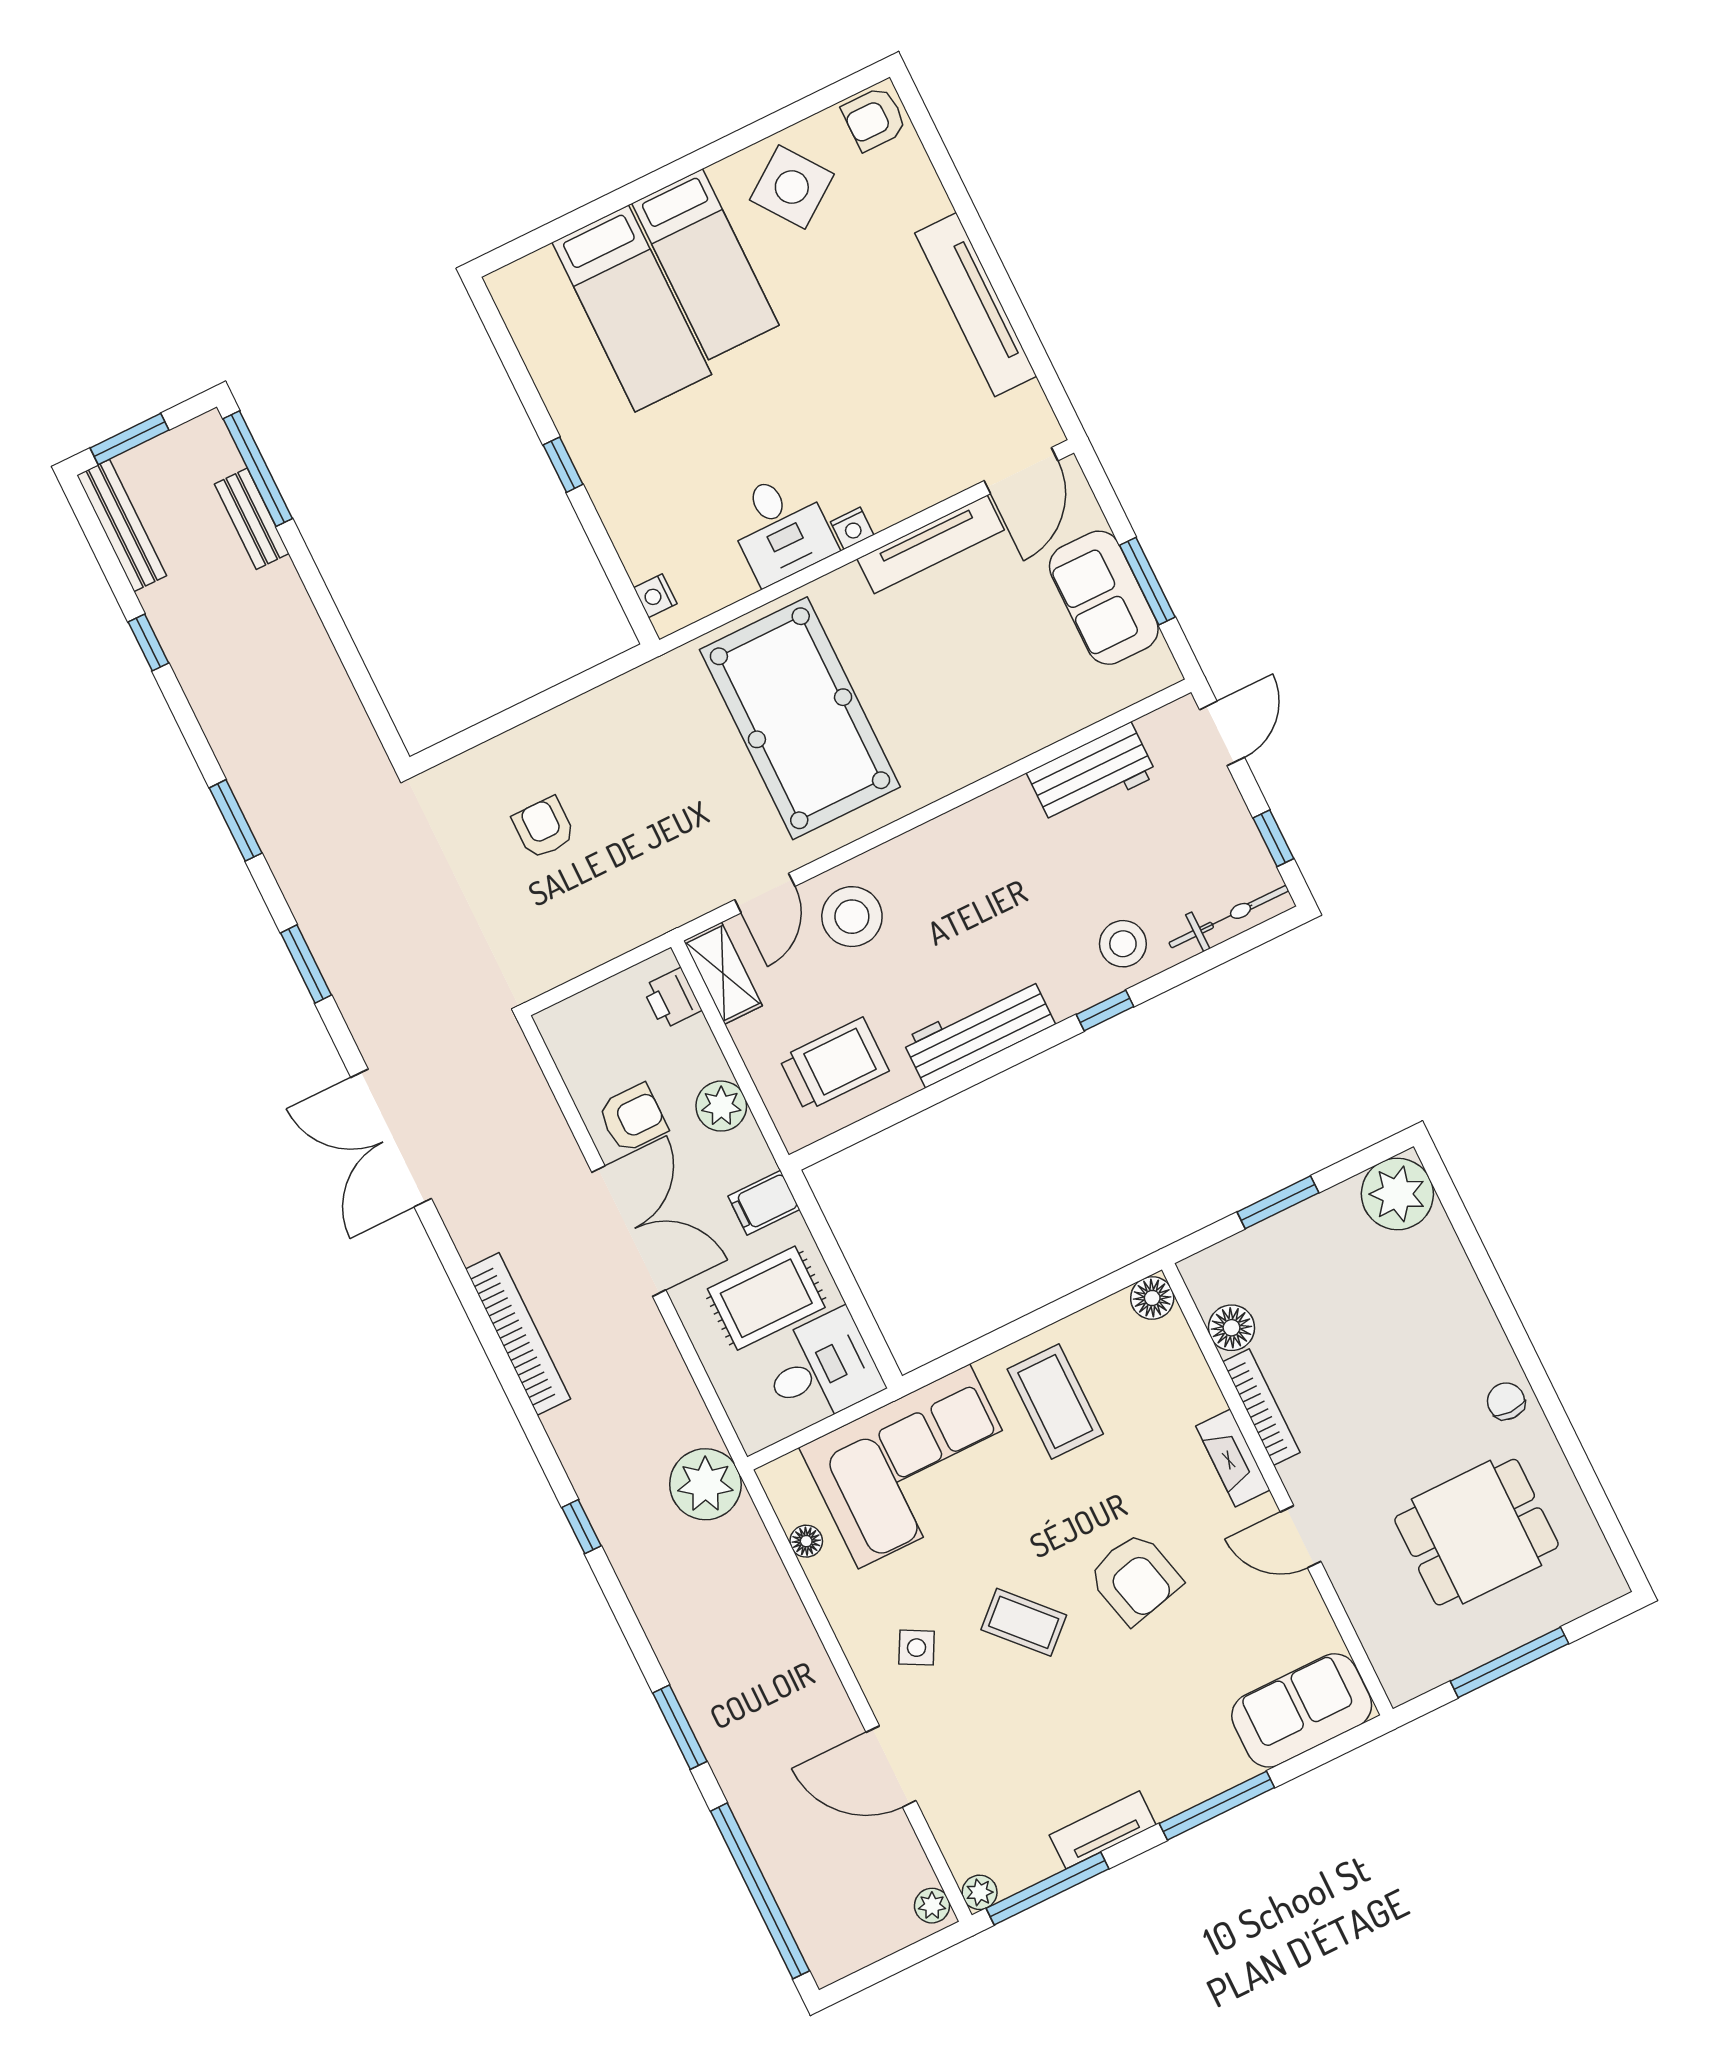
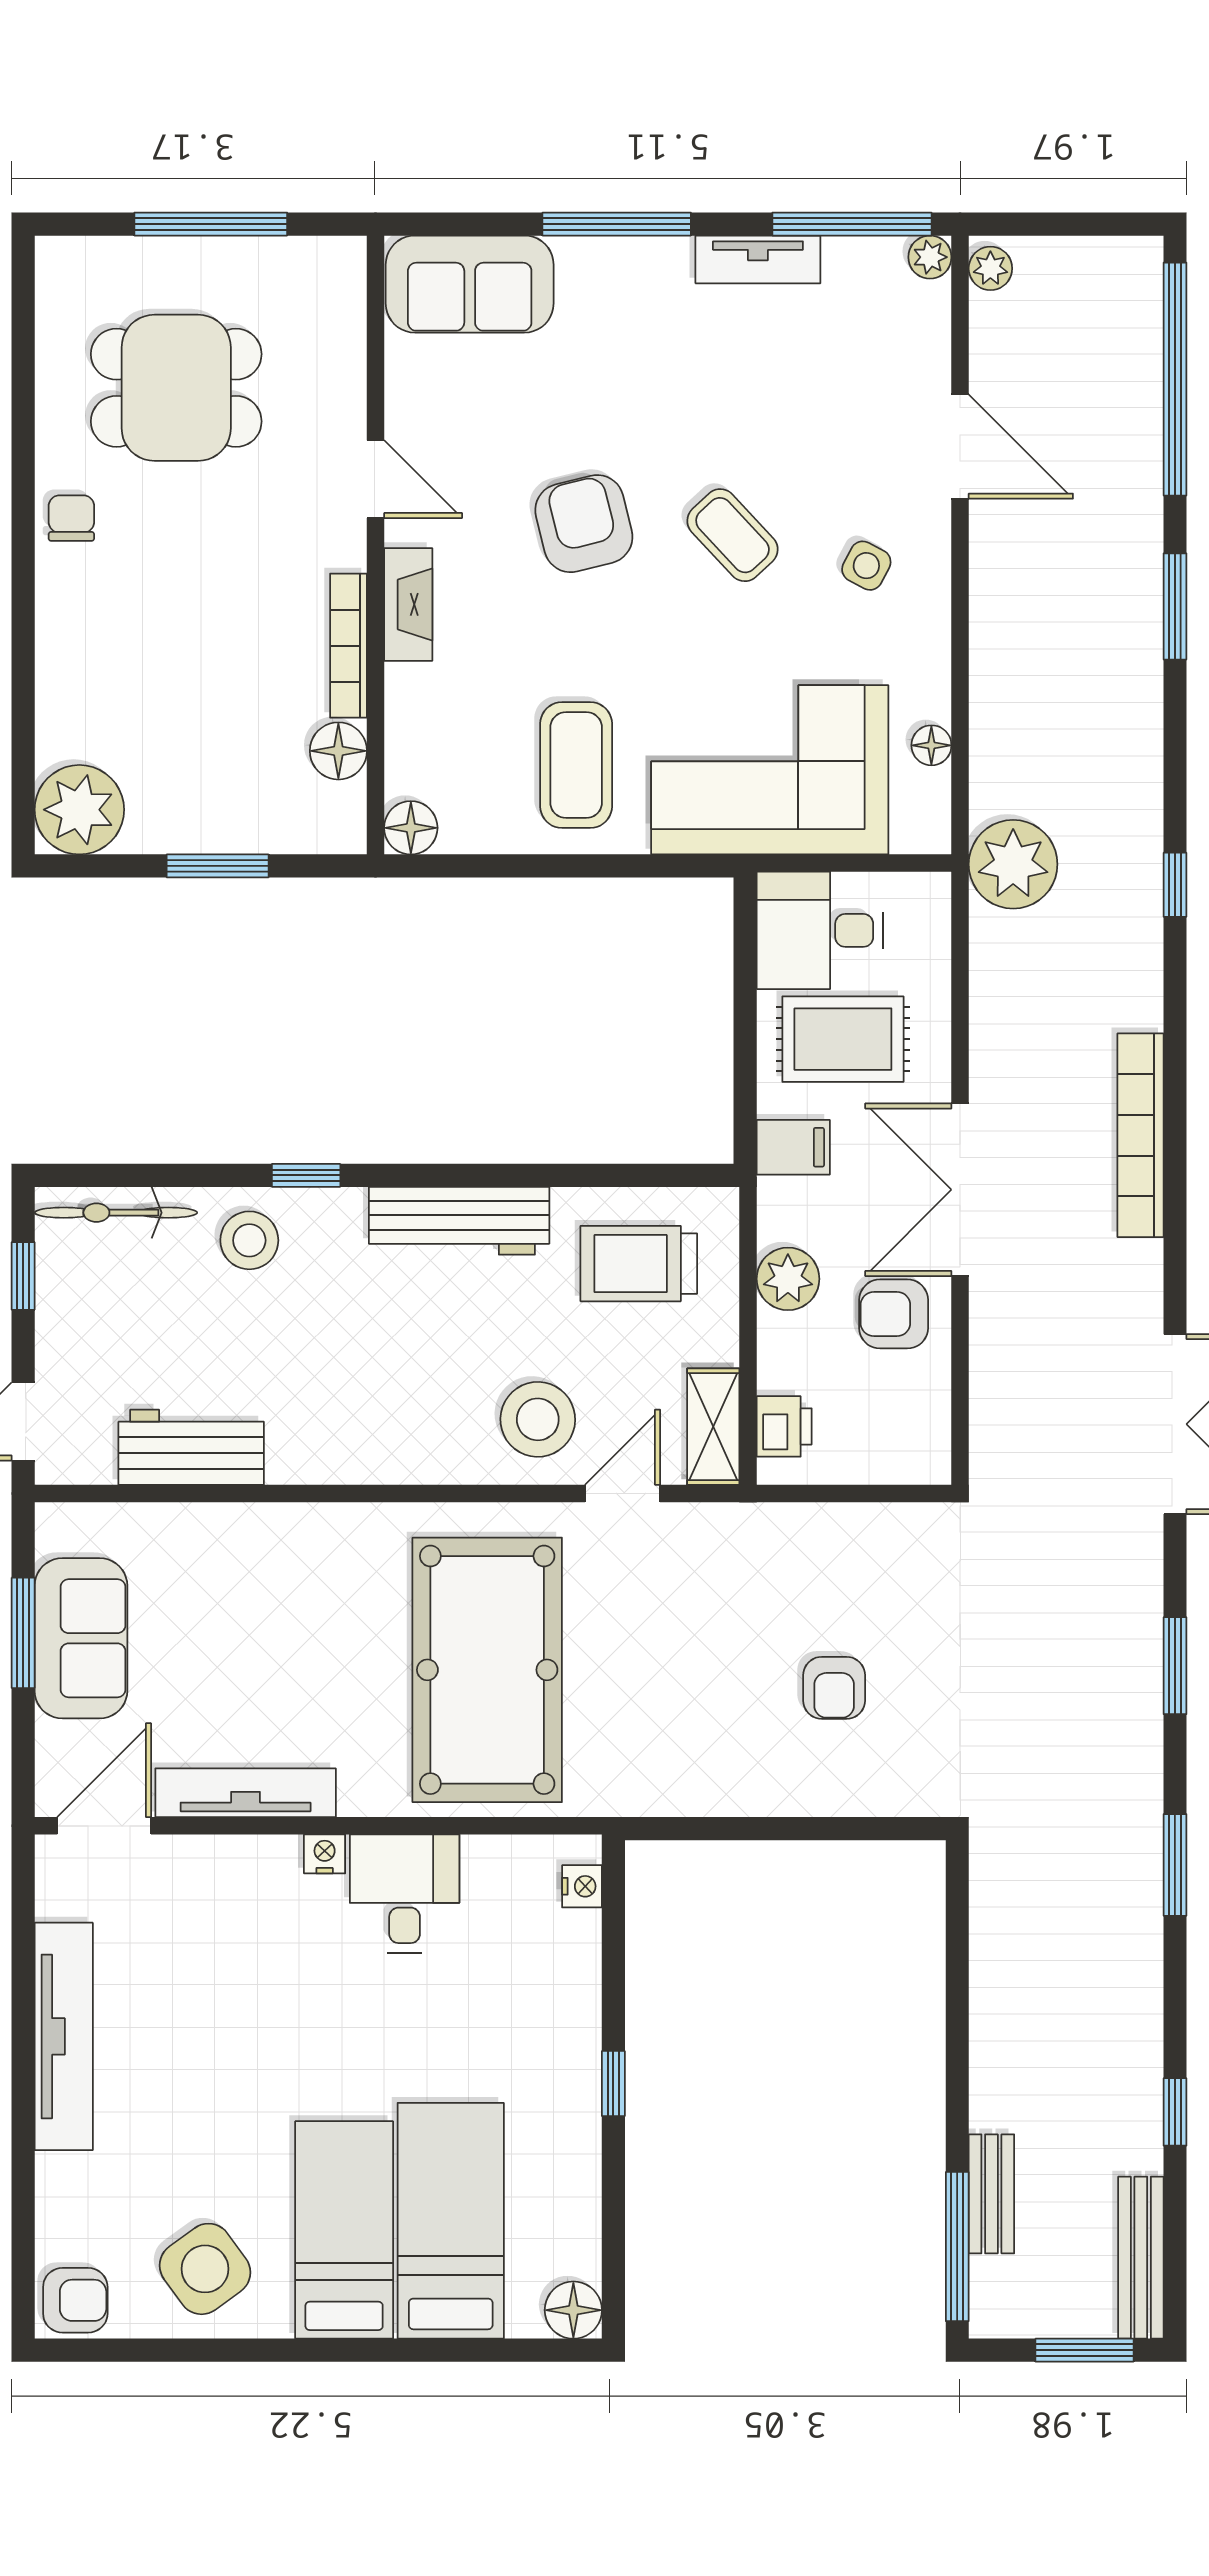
floor lamp: (512, 287) -> (573, 2310), added
chair: (1506, 1401) -> (71, 518), turned 180

